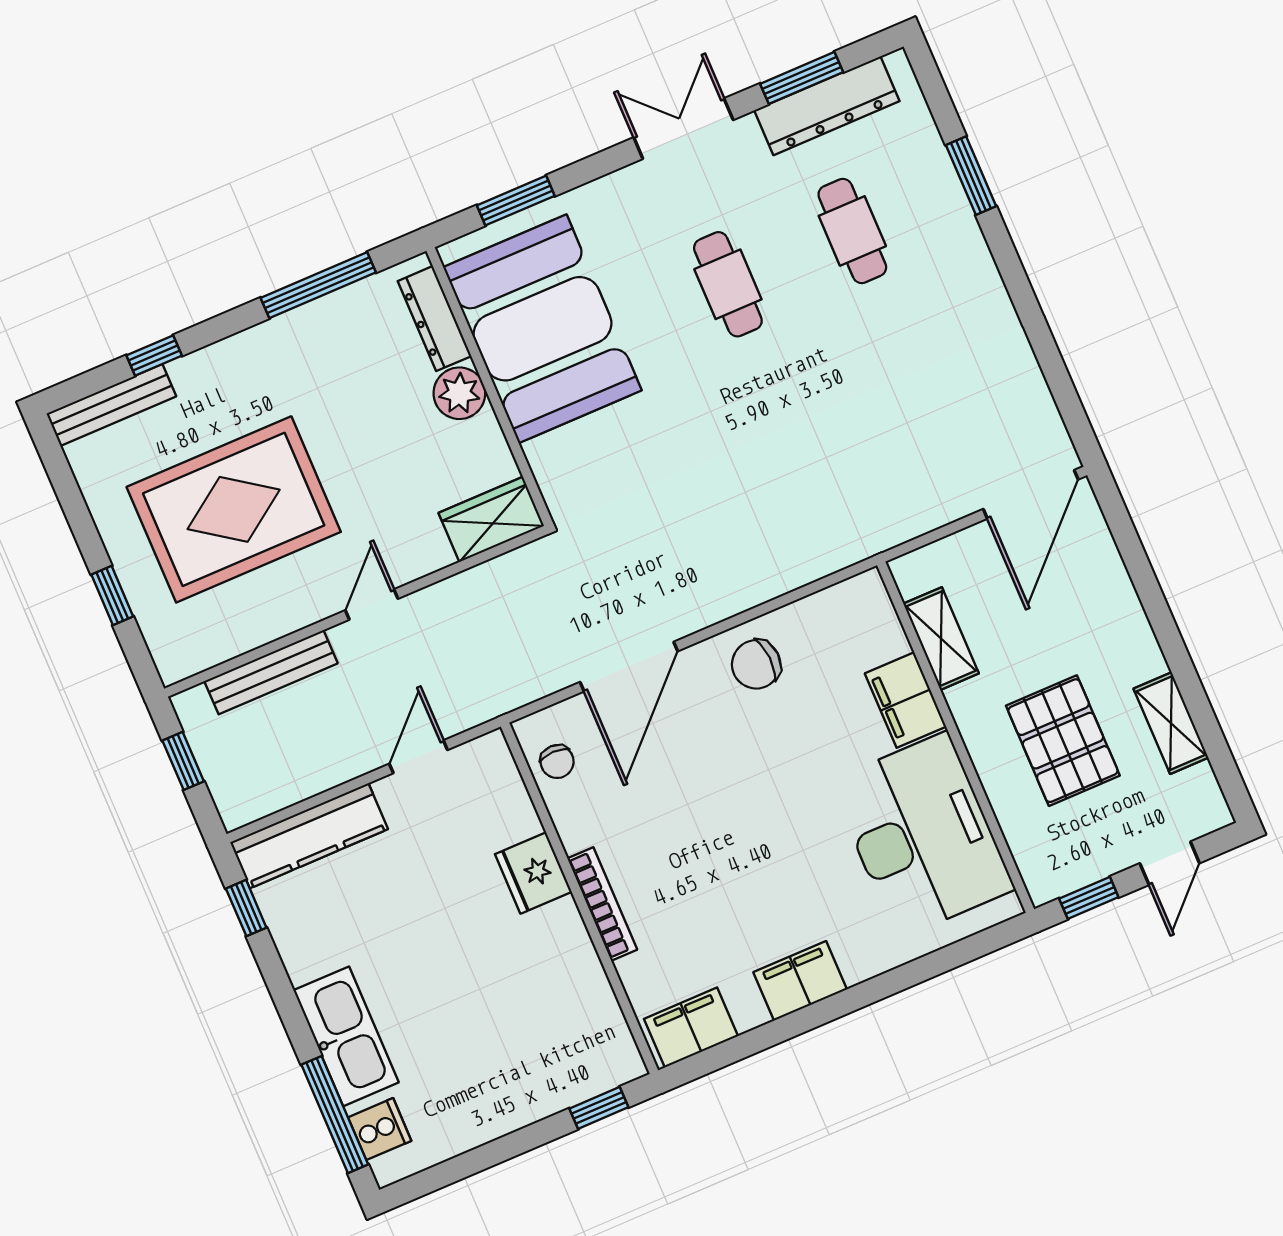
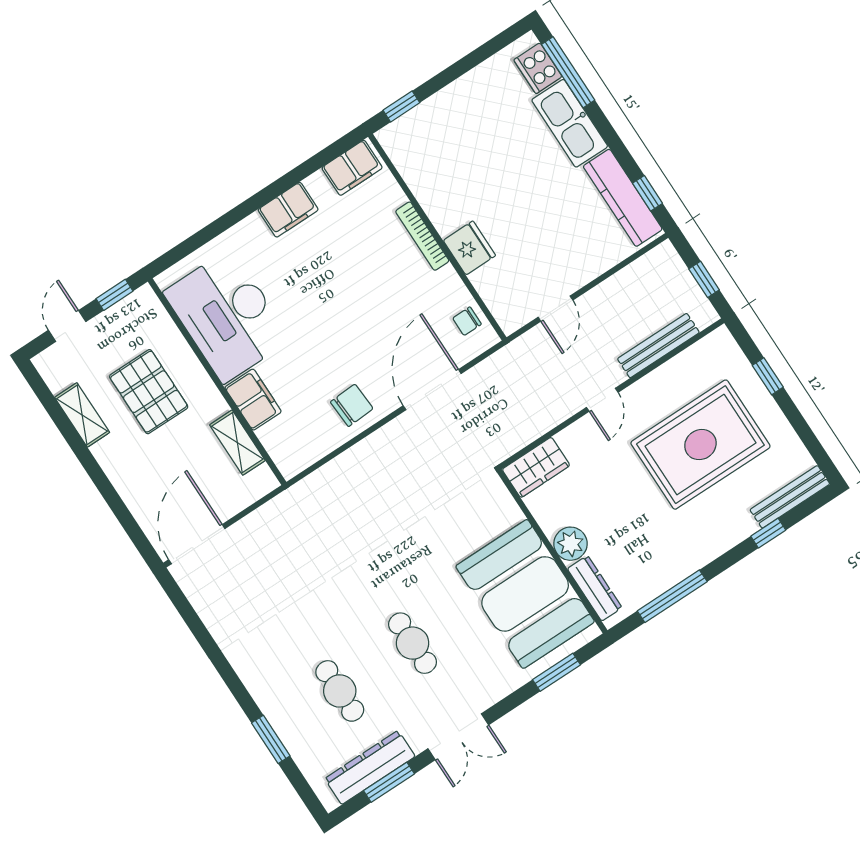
chair: (557, 762) -> (467, 321), turned -90
kitchen counter: (309, 836) -> (623, 198), moved, turned -90
cooker: (380, 1129) -> (538, 68), width x1.36

